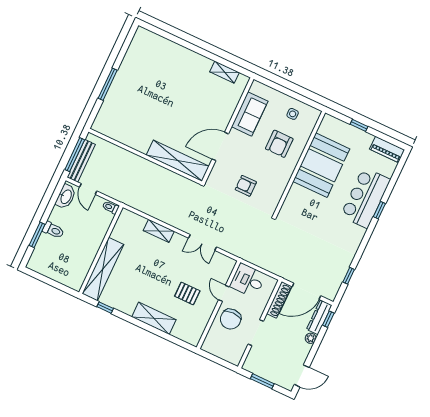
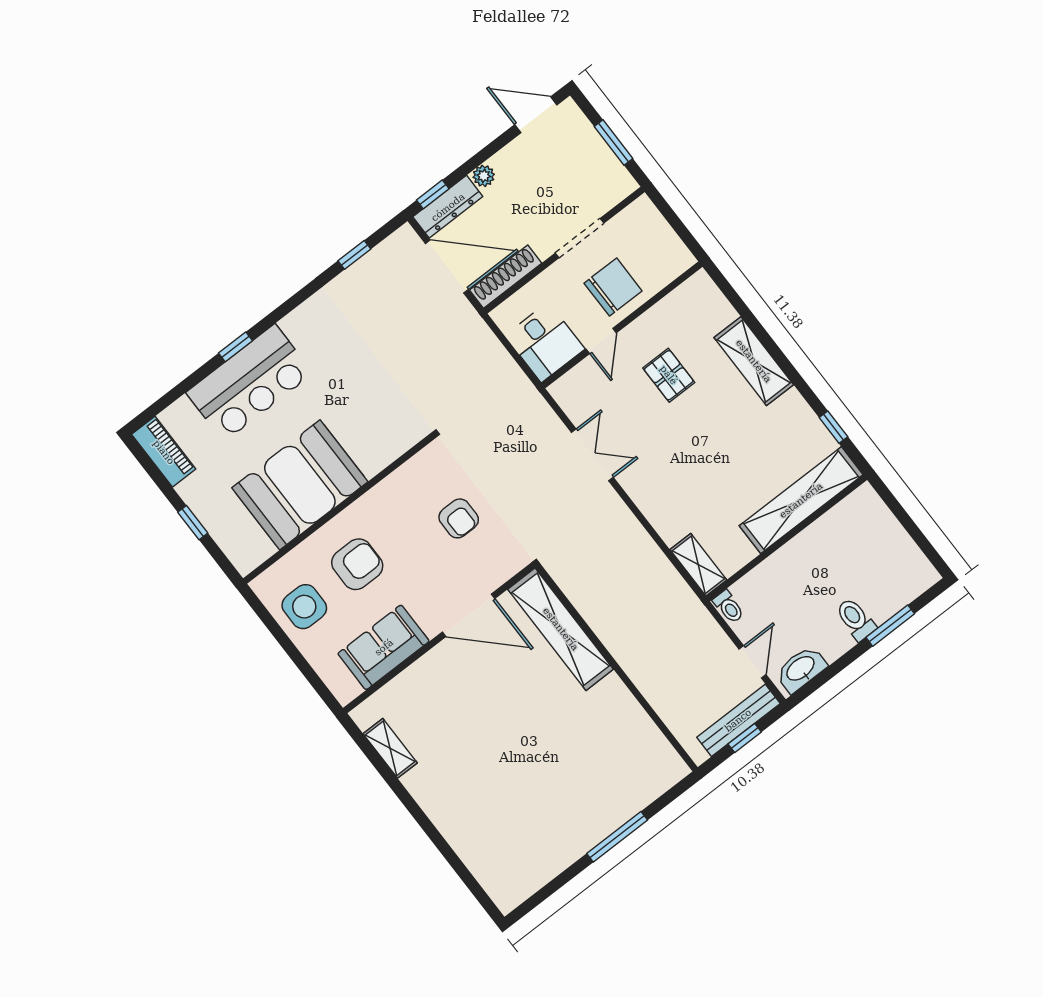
side table: (293, 114) -> (304, 607), width x1.87, depth x1.87
window: (75, 155) -> (745, 738), width x0.46
shelving: (159, 231) -> (698, 565), moved

